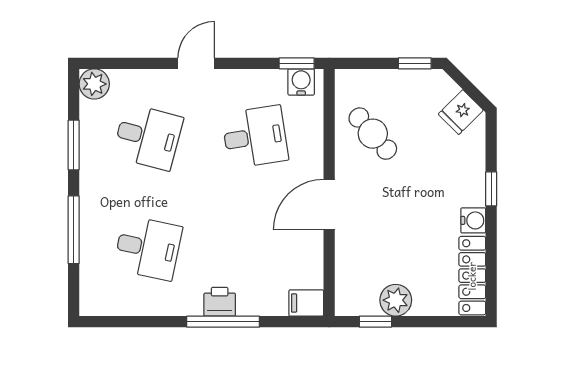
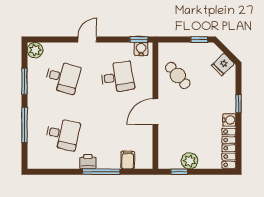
printer: (220, 302) -> (88, 162), moved
filing cabinet: (306, 303) -> (128, 160), moved, turned 90

